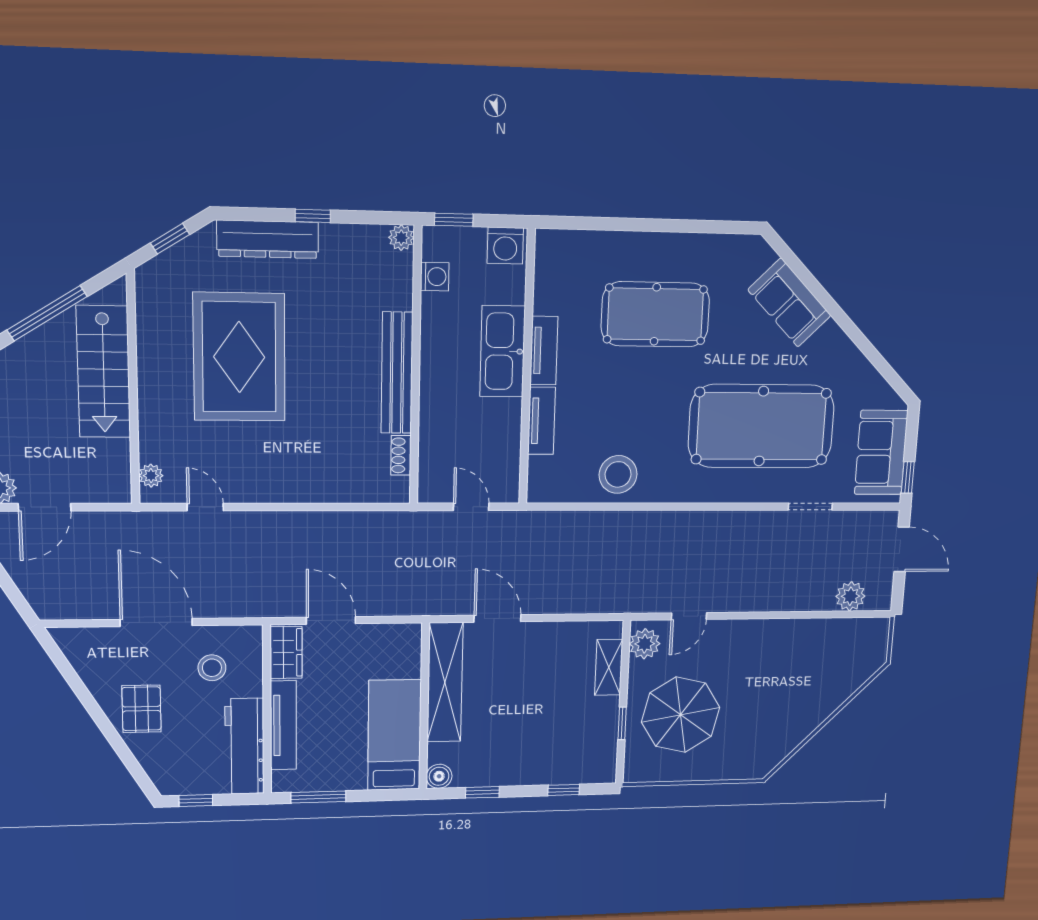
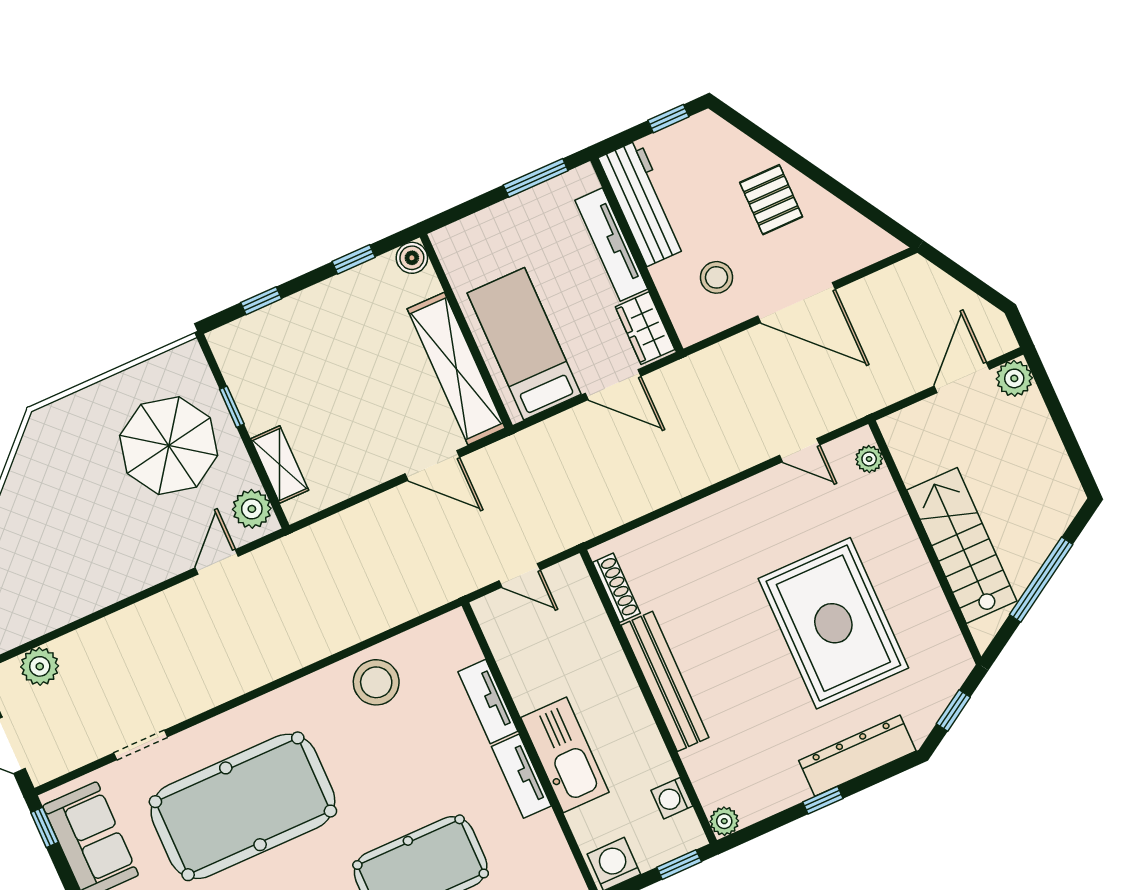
shoe rack: (401, 455) -> (616, 588), width x1.43
bed: (394, 735) -> (524, 344), moved, turned 180

